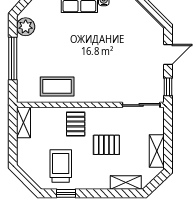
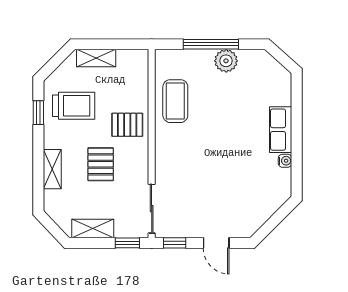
plant: (26, 27) -> (226, 61), moved
shelving: (23, 122) -> (96, 58), moved
window: (168, 124) -> (127, 243), added
shelving: (126, 183) -> (52, 169), moved

